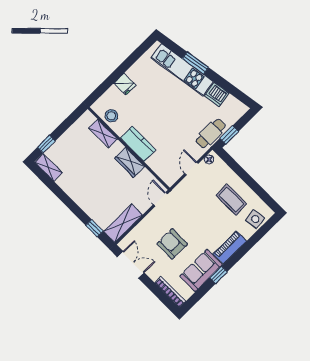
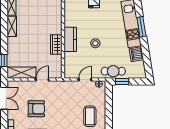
stool: (111, 116) -> (95, 43), moved
shelving: (103, 134) -> (12, 26), moved
door: (160, 199) -> (42, 80), moved
armchair: (172, 244) -> (36, 109), turned 90

